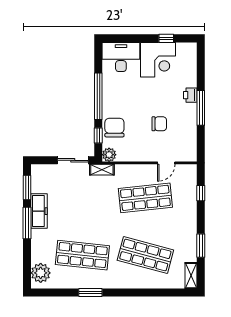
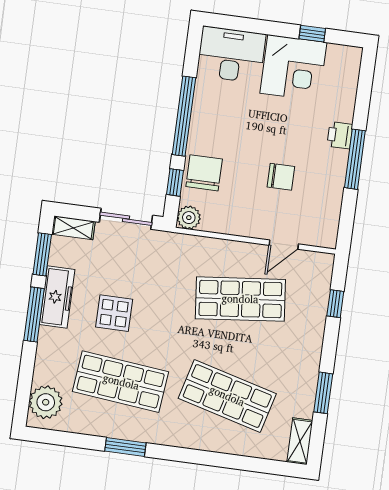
shelving: (102, 170) -> (73, 228), moved
display table: (73, 216) -> (114, 313), added

